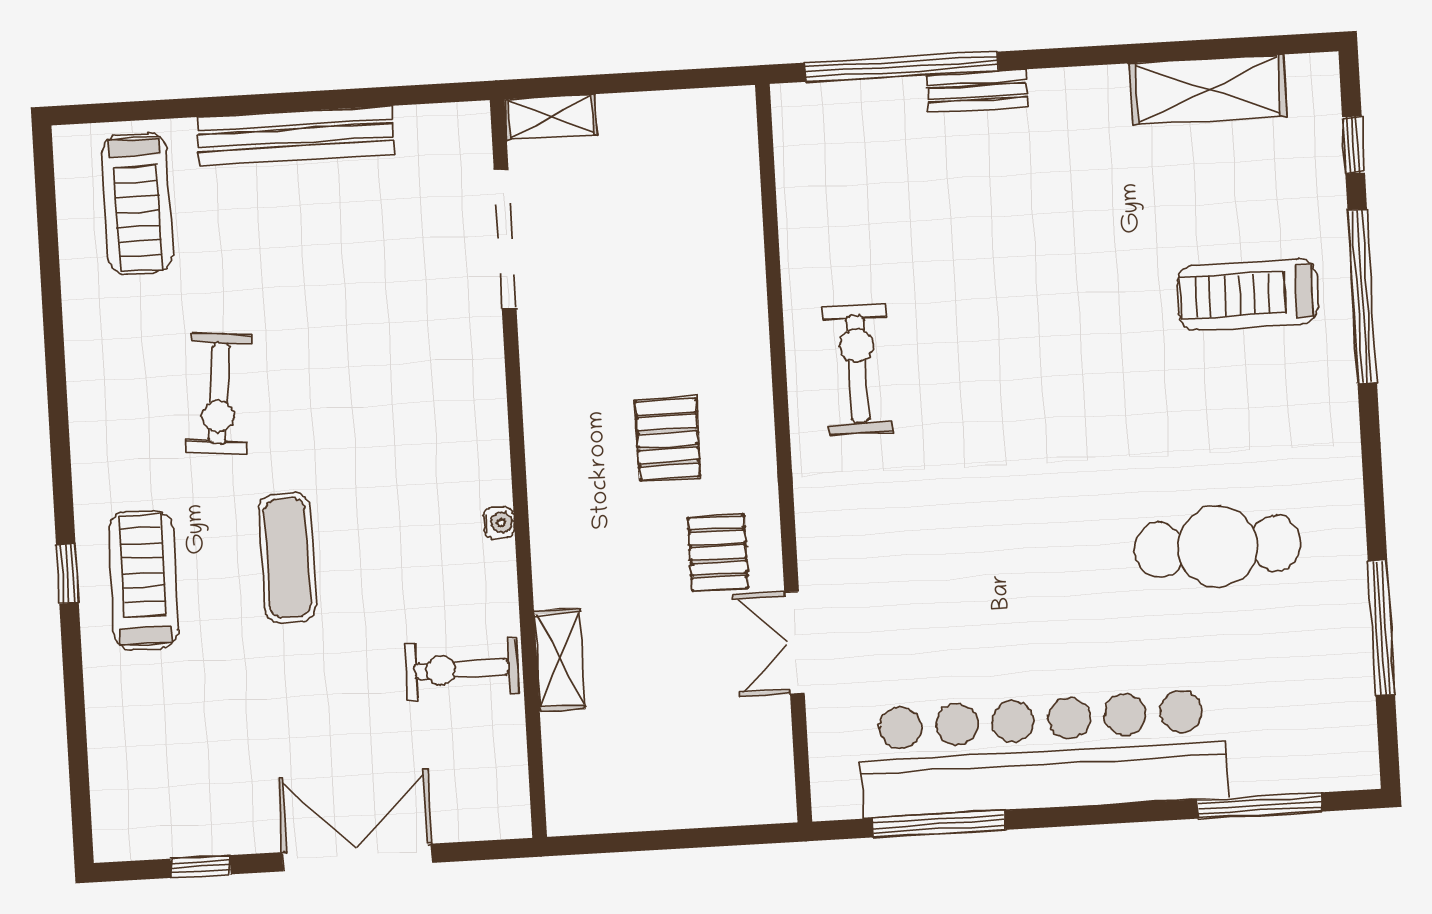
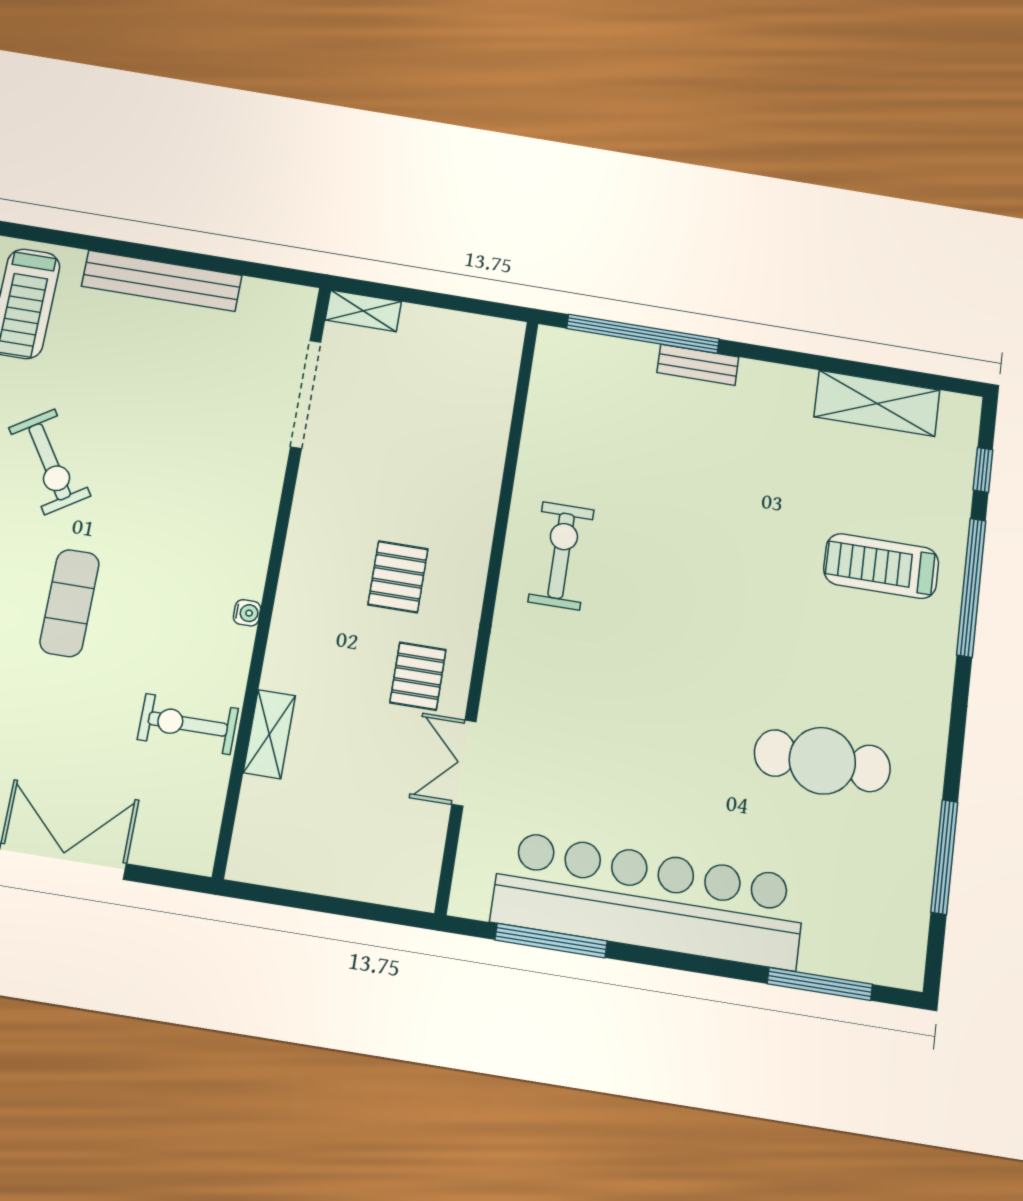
exercise bike: (219, 393) -> (50, 462), turned -39

